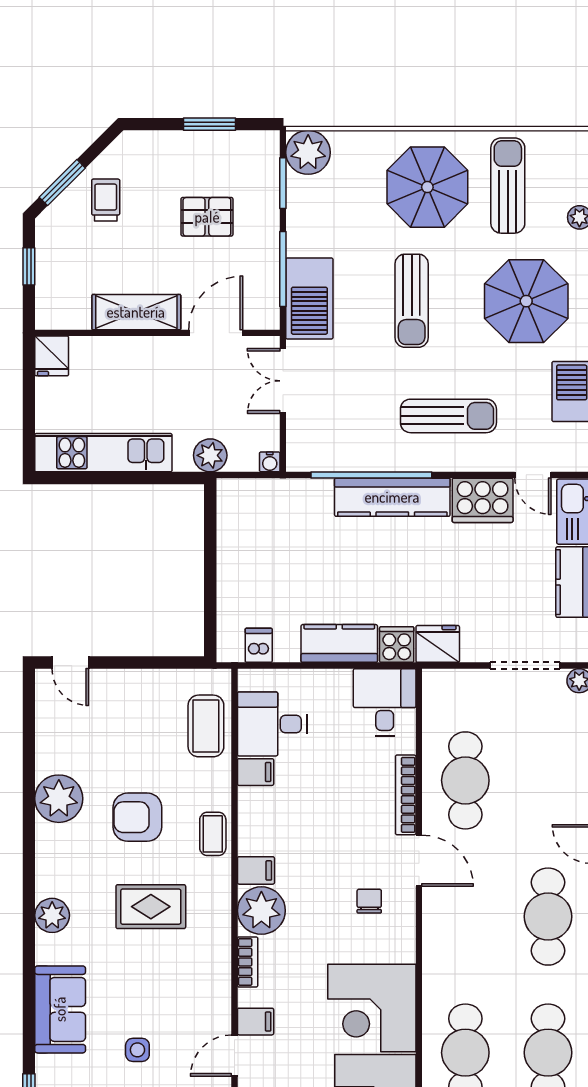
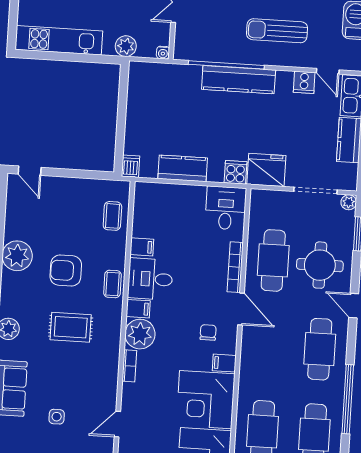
sun lounger: (448, 416) -> (277, 31), turned 180
cooker: (483, 500) -> (304, 82), width x0.53, depth x0.76
kitchen counter: (339, 643) -> (183, 168), moved
fridge: (438, 644) -> (266, 170), width x1.36, depth x1.34
dishwasher: (259, 645) -> (131, 166), moved
desk: (272, 724) -> (150, 279), moved
coffee table: (206, 726) -> (112, 216), width x0.73, depth x0.77
round table: (540, 783) -> (320, 265), added
filing cabinet: (256, 1022) -> (224, 363), moved, turned 180

